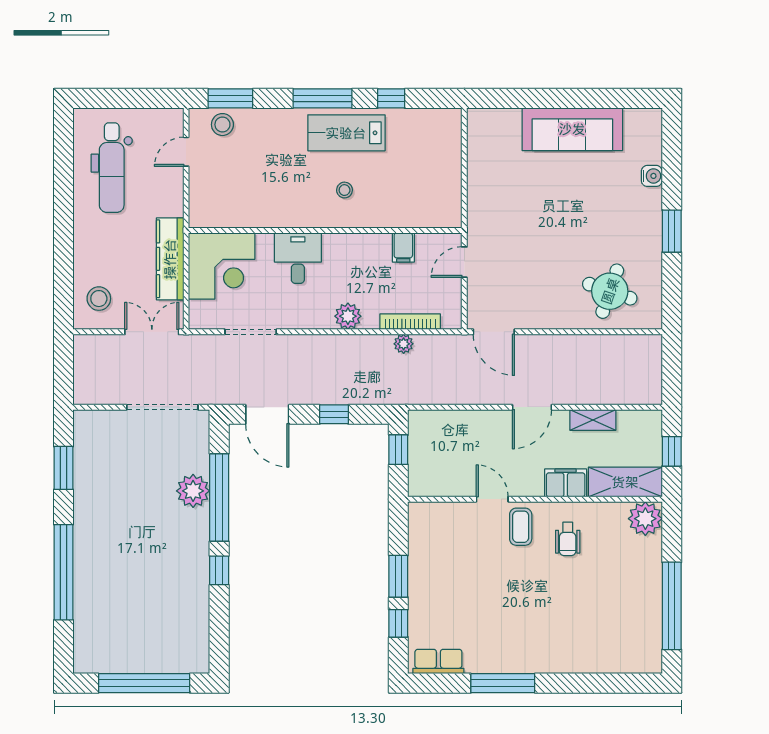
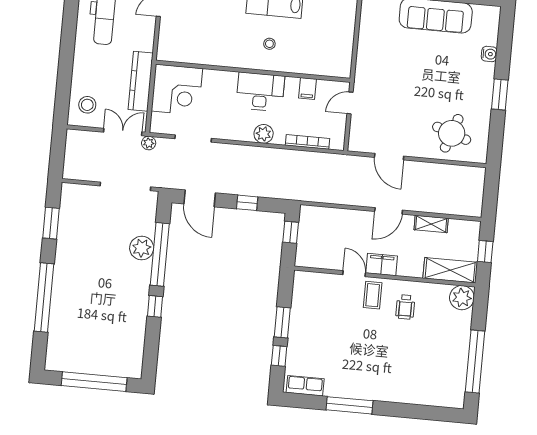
desk: (298, 258) -> (260, 92), moved, width x1.37
door: (494, 332) -> (389, 157), moved
plant: (404, 344) -> (149, 143), moved
filing cabinet: (566, 483) -> (382, 265), moved

